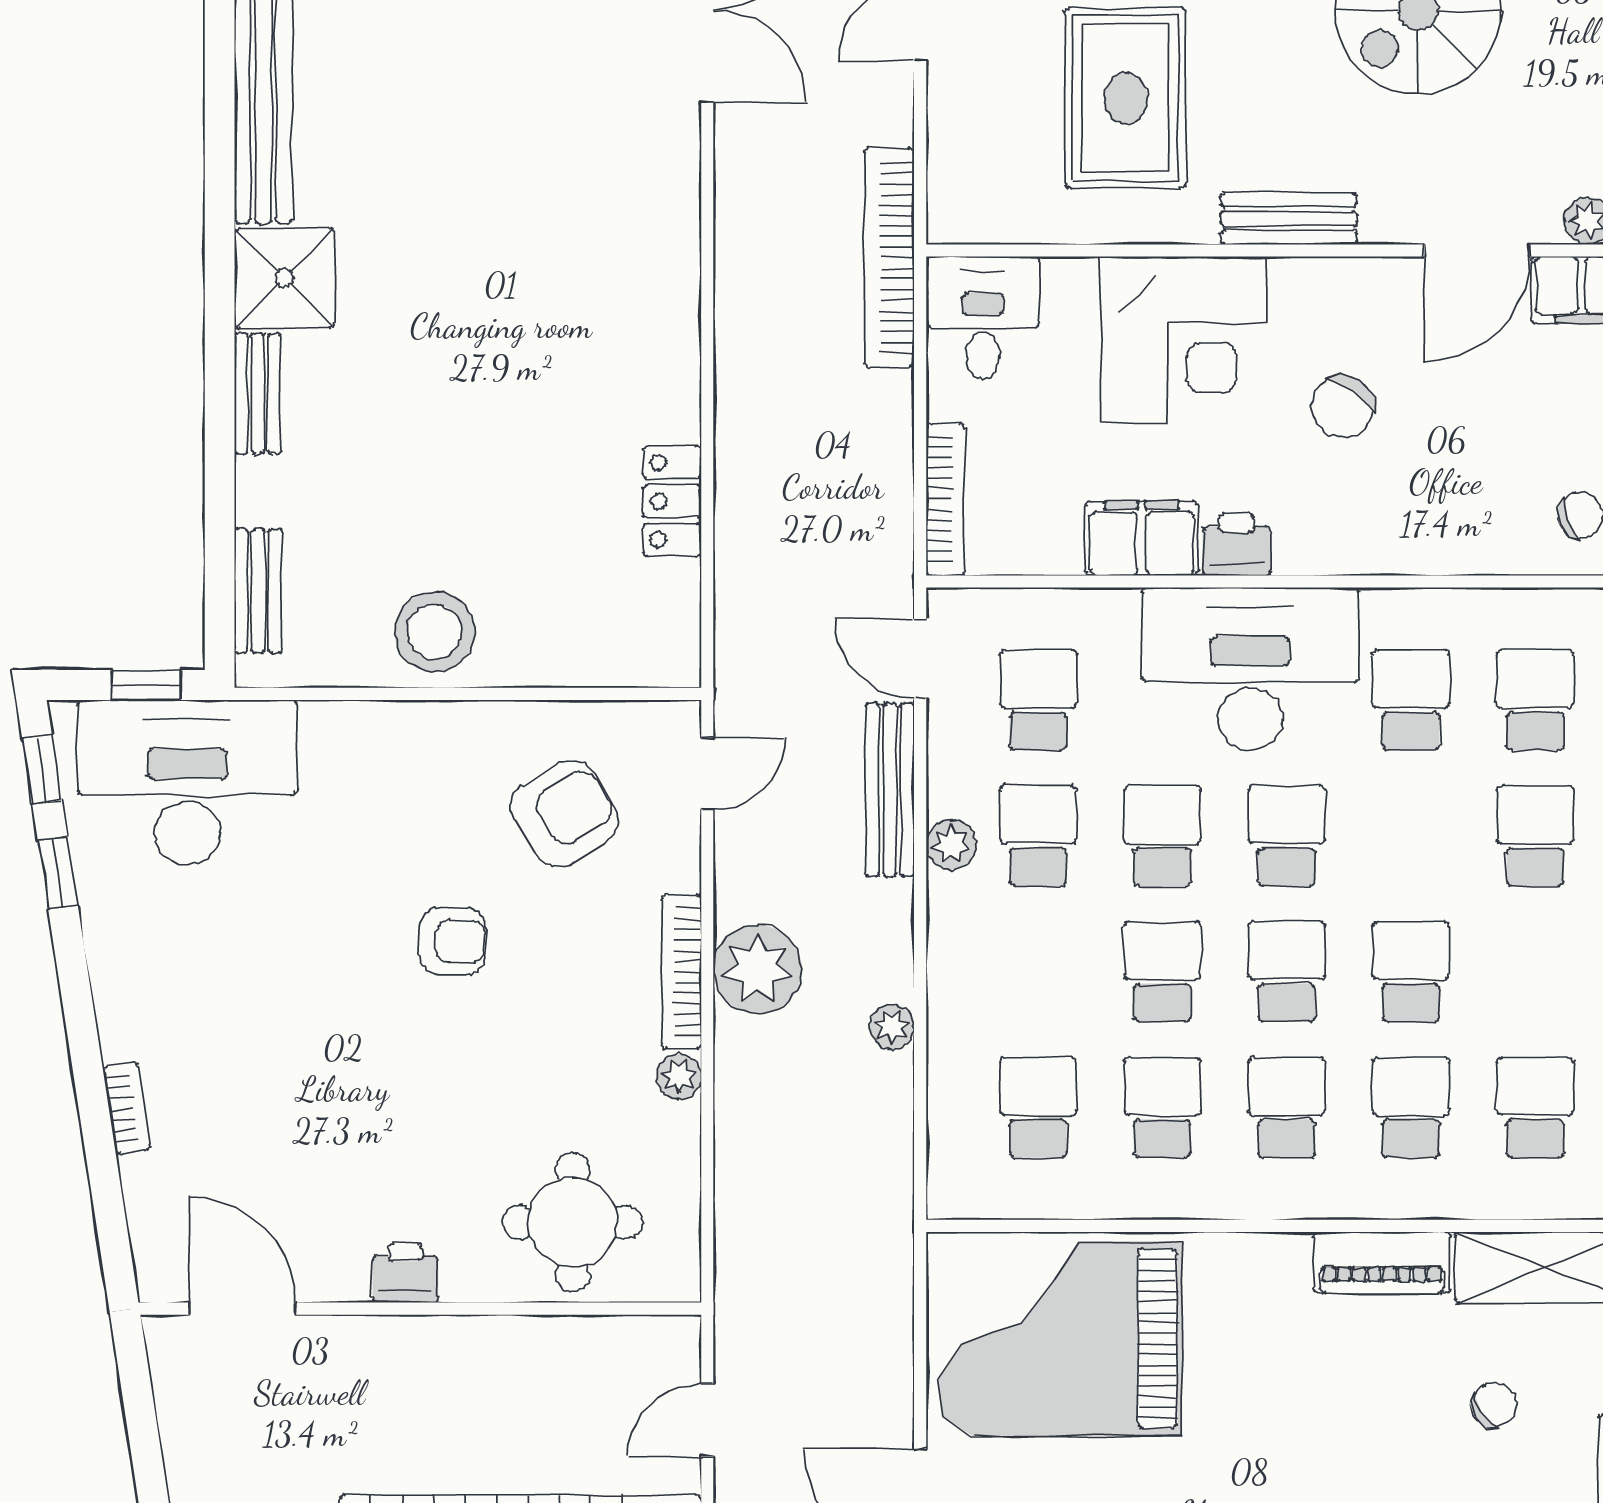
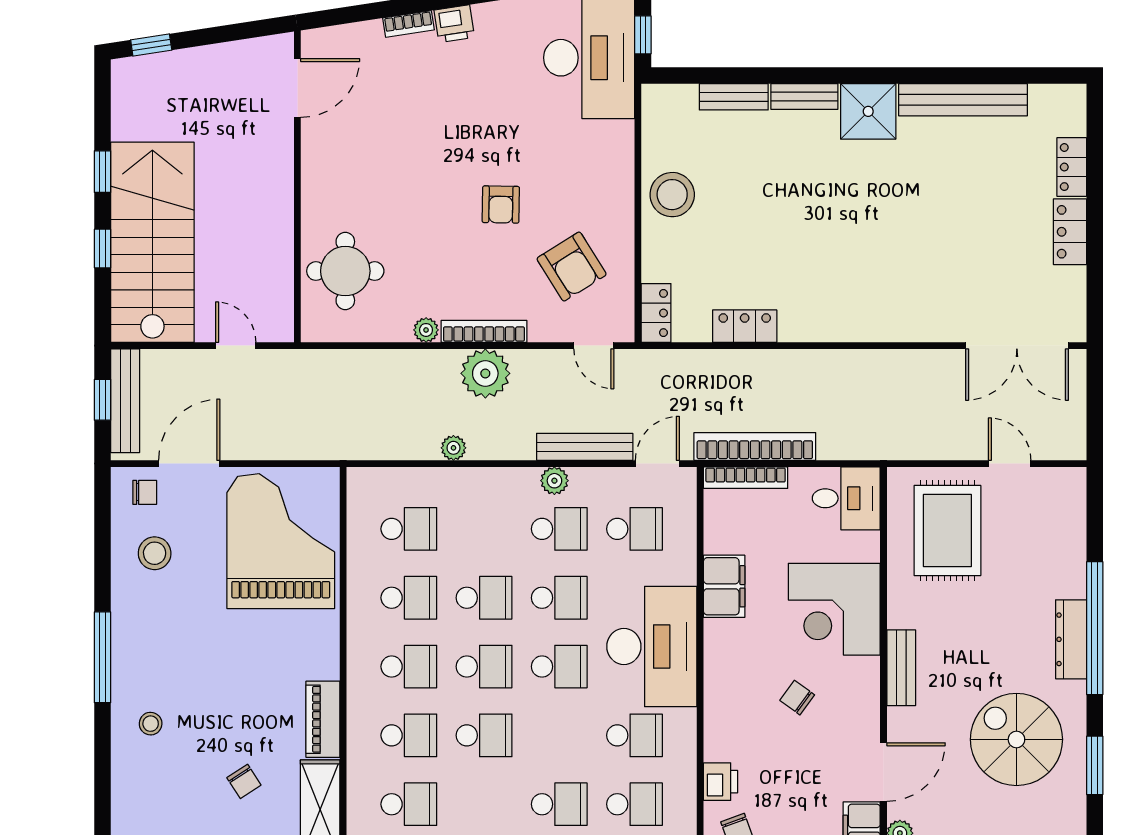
rug: (1126, 98) -> (947, 531), moved, turned 90
door: (1477, 251) -> (883, 772), swing flipped
bookcase: (889, 258) -> (755, 446), moved
chair: (1343, 406) -> (797, 698), width x0.73, depth x0.73
printer: (1237, 545) -> (720, 782), moved
bench: (258, 591) -> (734, 97), moved
locker: (648, 661) -> (656, 313), added
printer: (405, 1273) -> (454, 24), moved, turned 81

